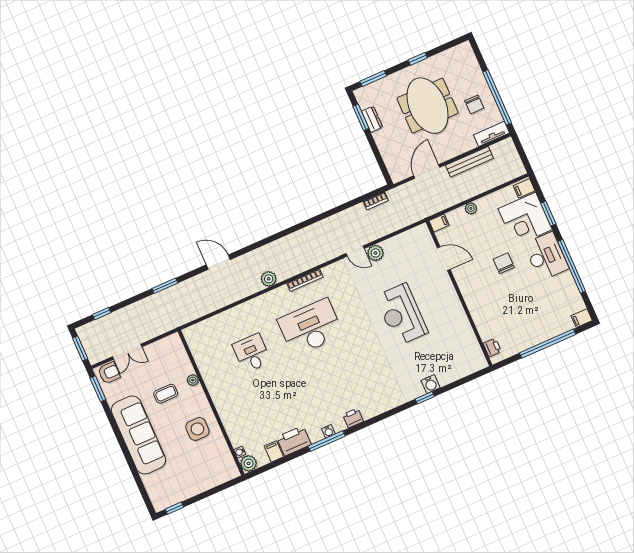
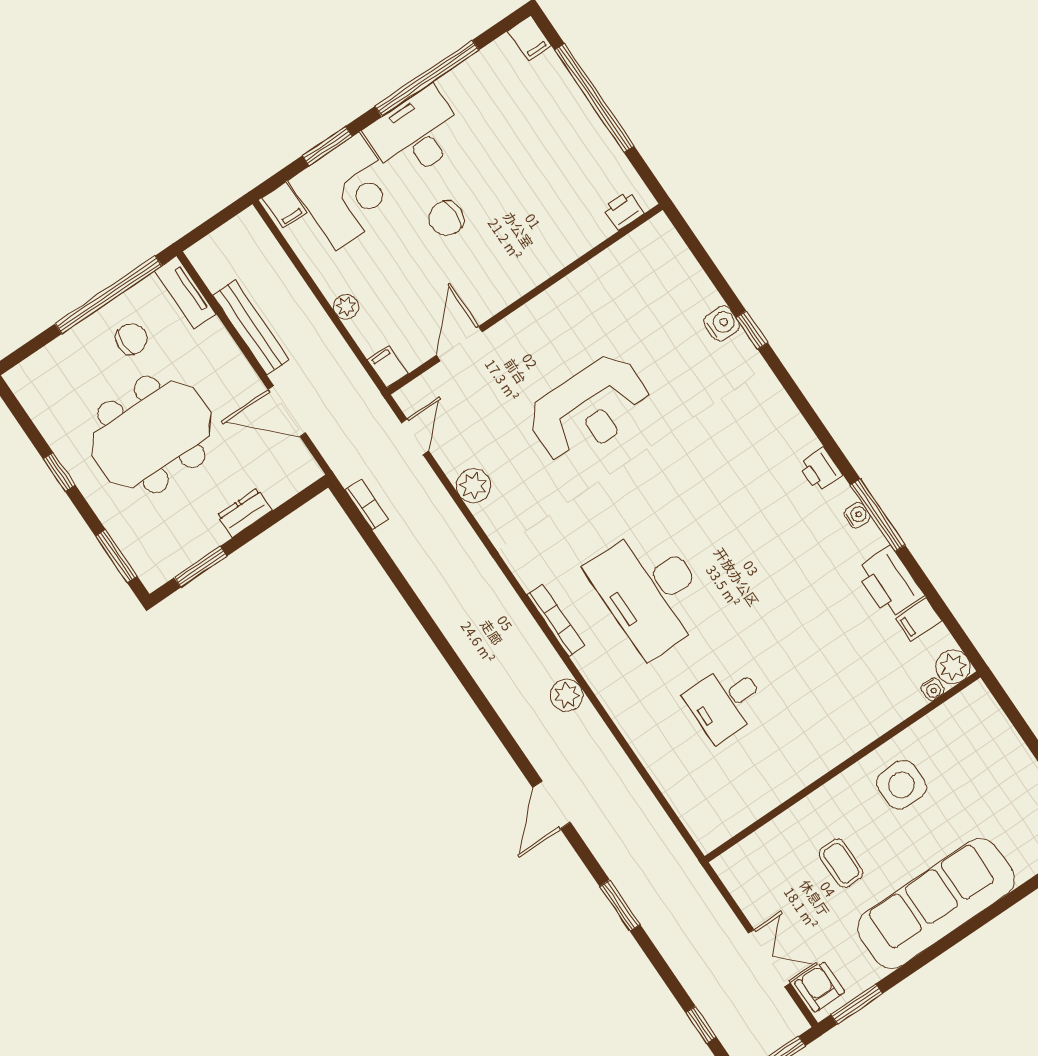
dresser: (372, 119) -> (245, 513), moved
door: (355, 251) -> (415, 437), moved
plant: (193, 380) -> (803, 813), removed

